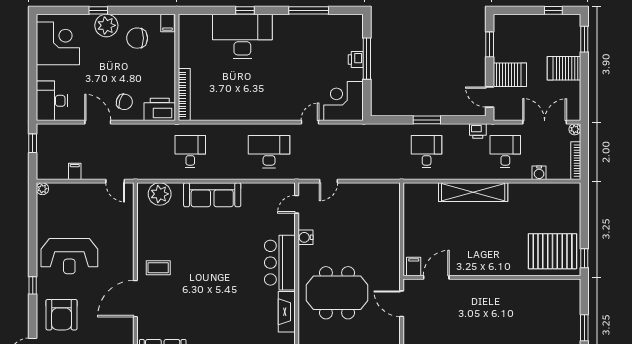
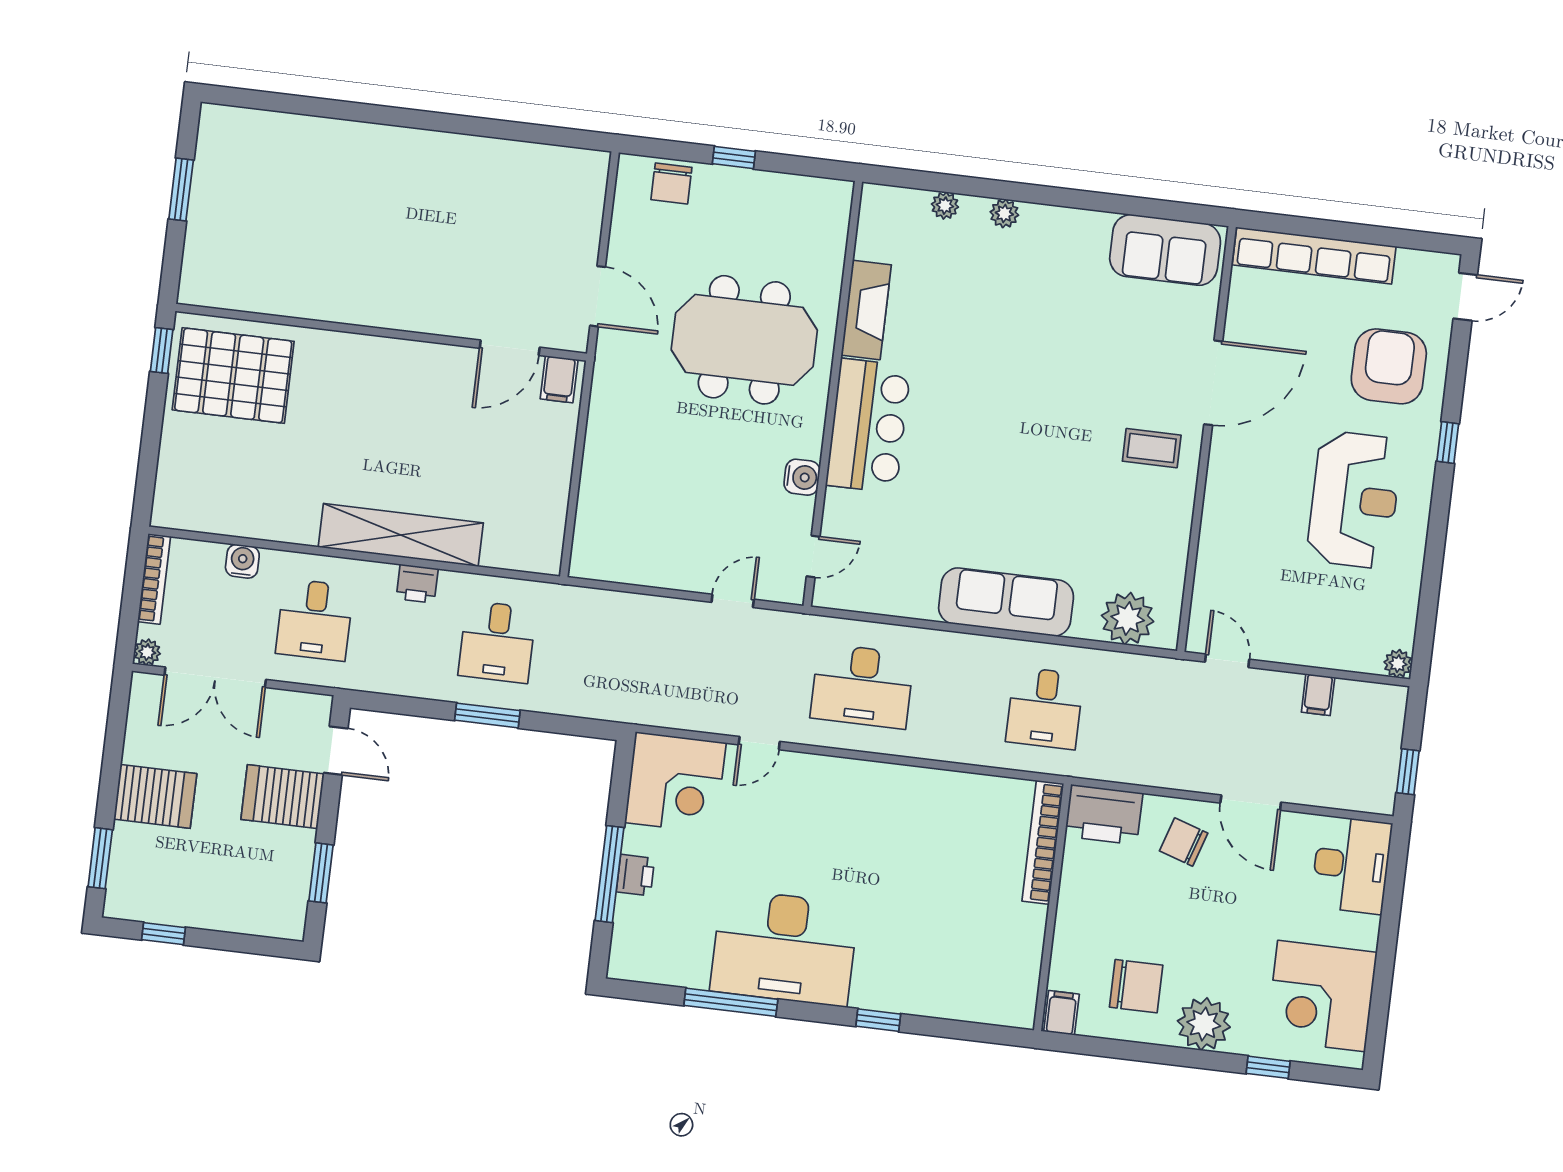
window: (98, 10) -> (1268, 1067), moved
desk: (242, 36) -> (784, 948), moved
printer: (478, 131) -> (417, 584), moved, turned 180
reception desk: (69, 256) -> (1354, 500), turned 90

